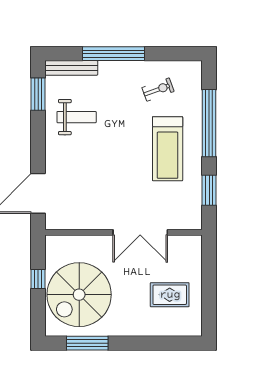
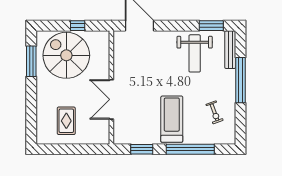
weight bench: (77, 117) -> (195, 53), width x1.36, depth x1.33
treadmill: (168, 149) -> (172, 119), turned 90

